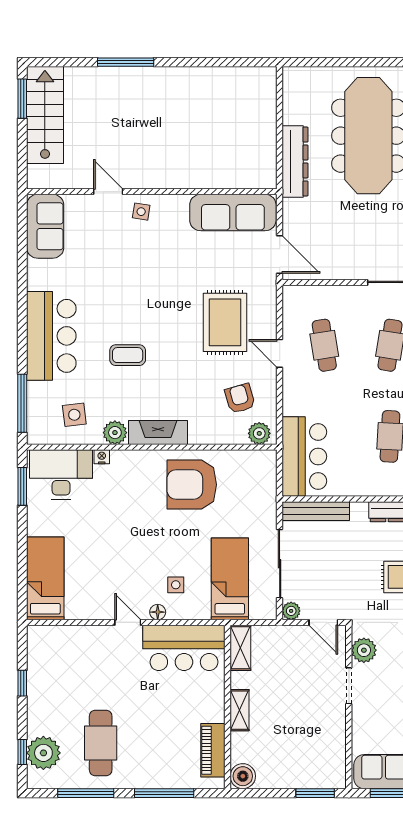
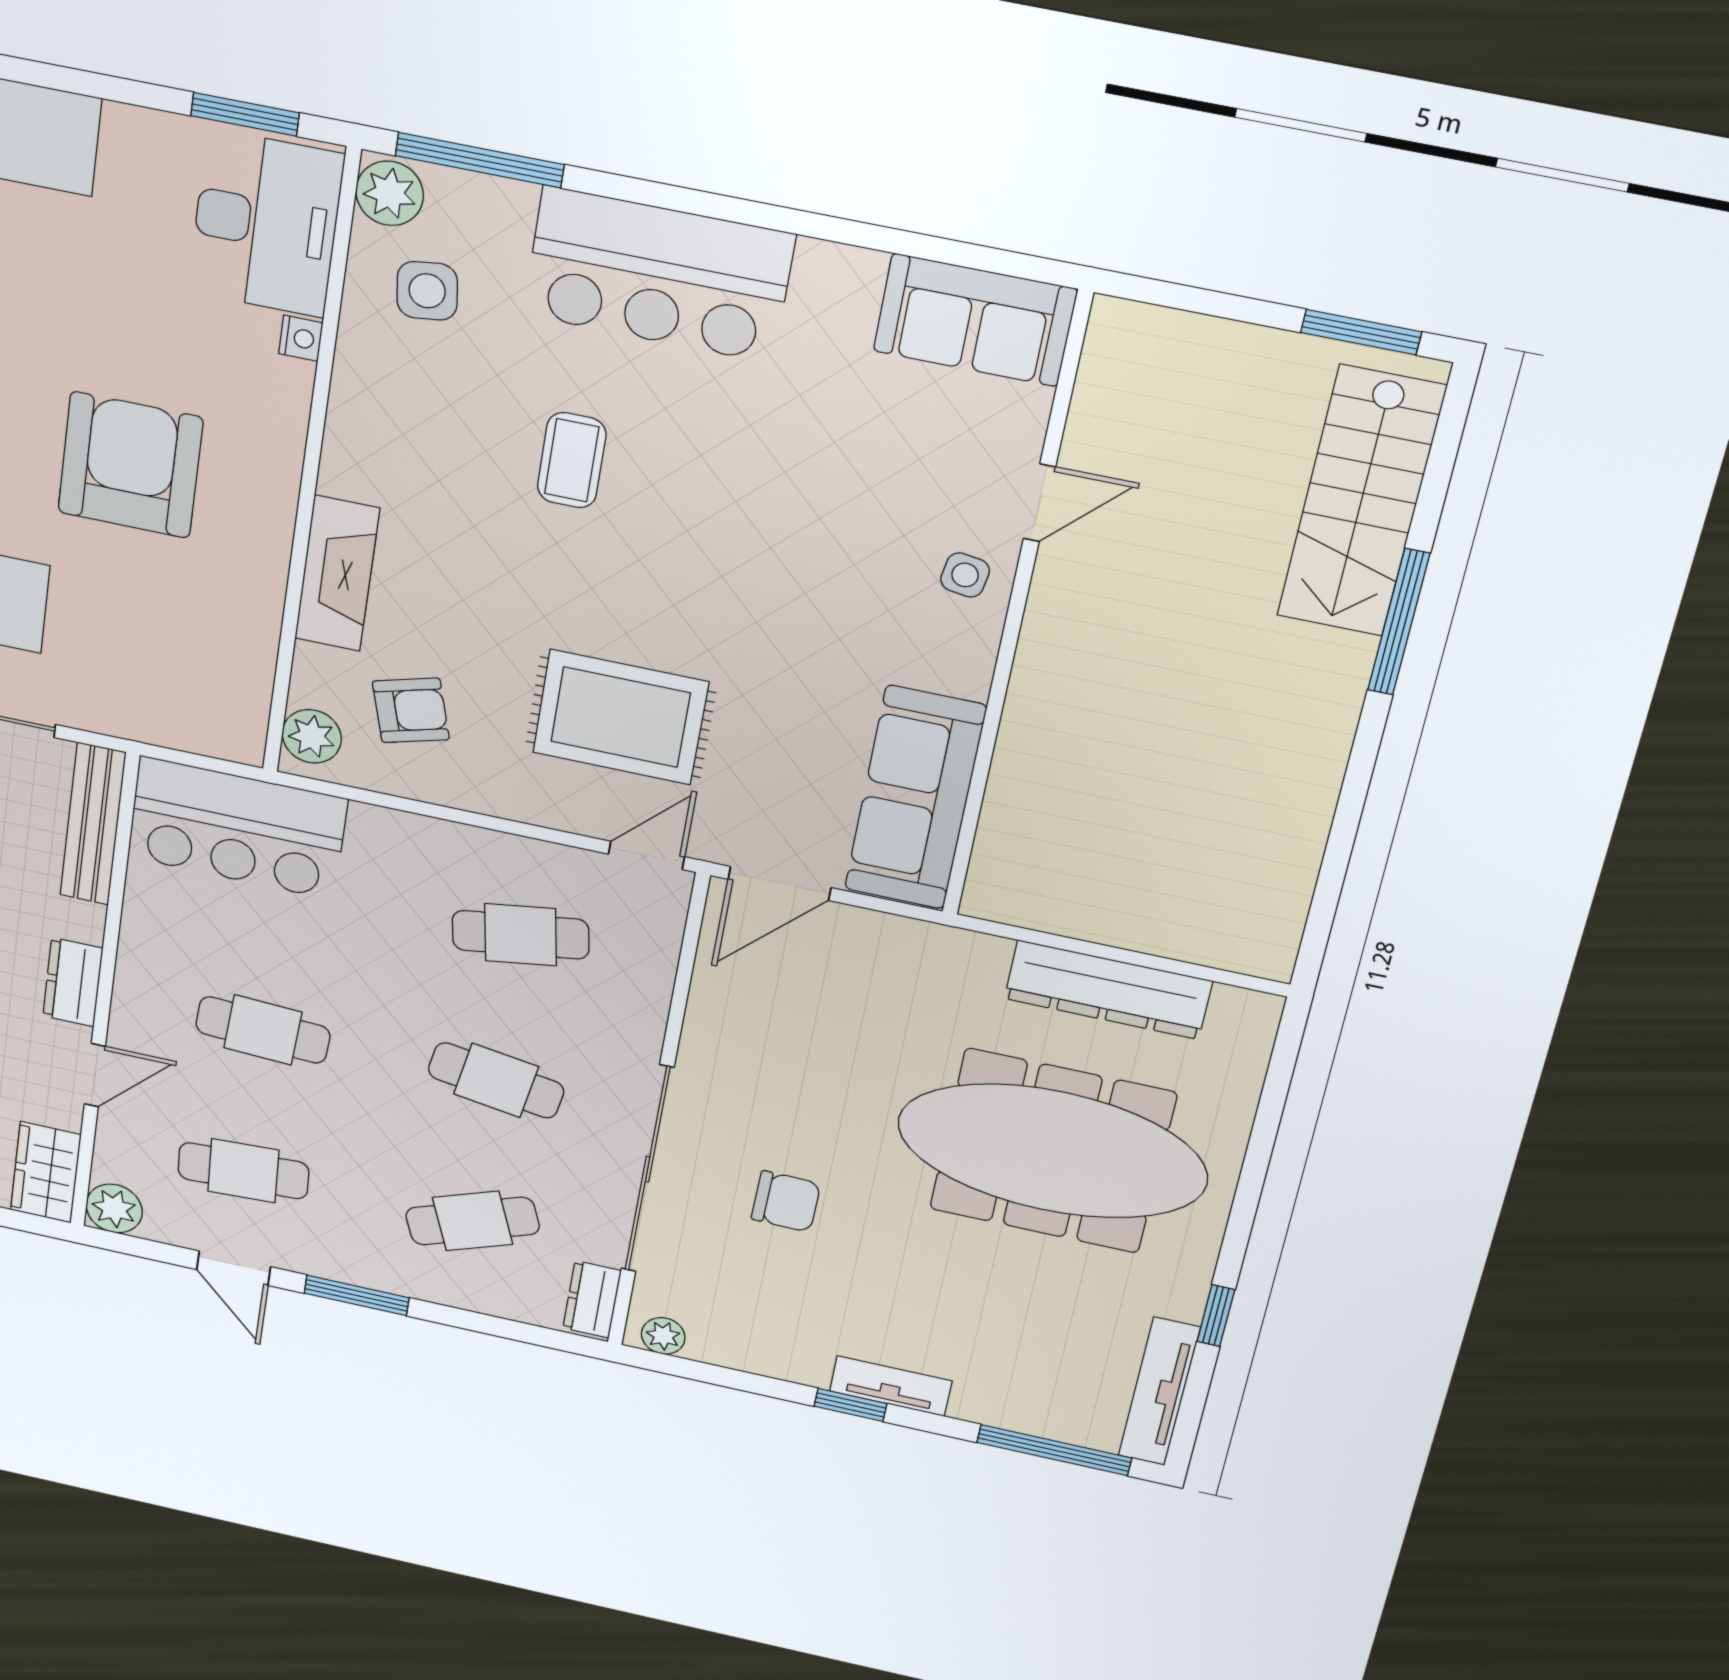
stairs: (45, 115) -> (1361, 502), moved, turned 90
dresser: (295, 161) -> (1108, 990), moved
door: (280, 353) -> (646, 855), moved
fireplace: (158, 432) -> (337, 573), moved
plant: (115, 433) -> (390, 193), moved
armchair: (192, 485) -> (130, 465), moved

